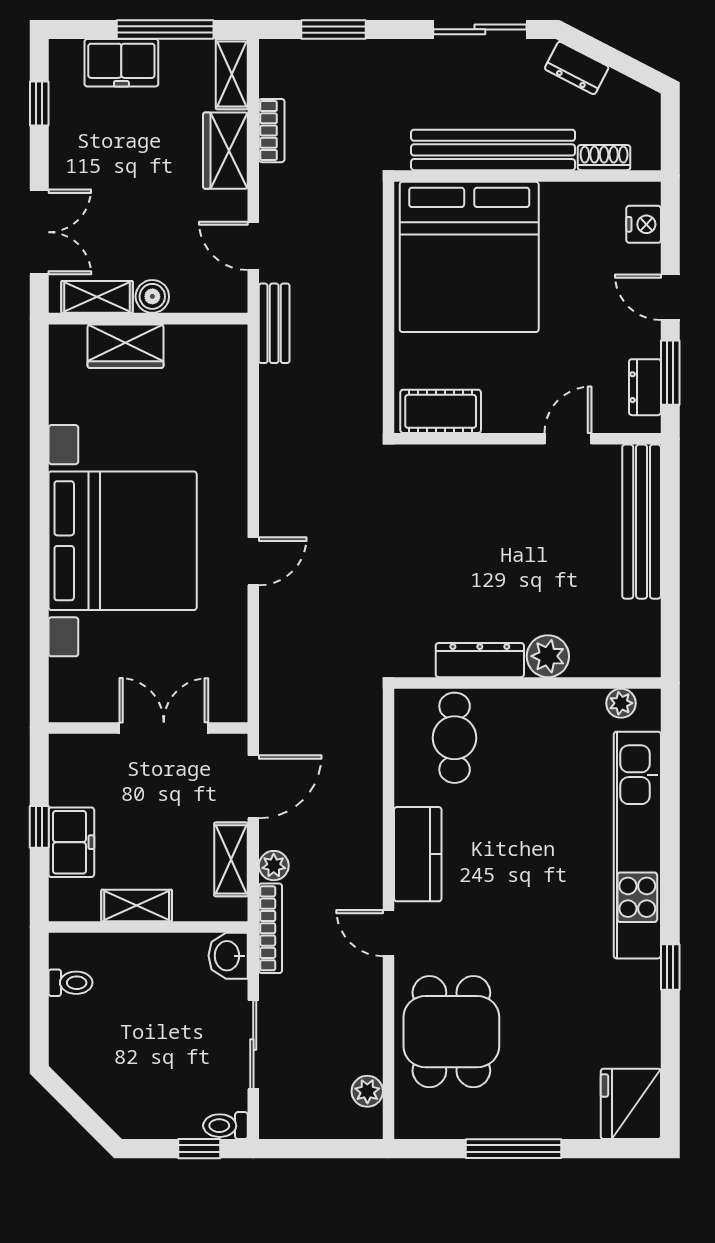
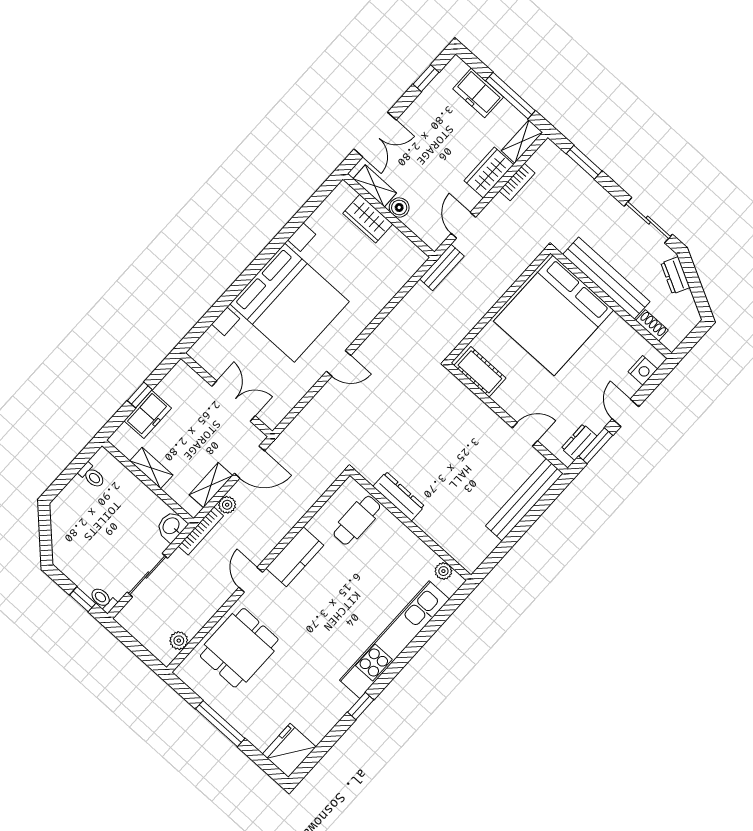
plant: (548, 656) -> (430, 522), removed

